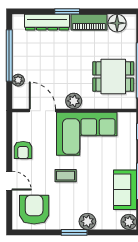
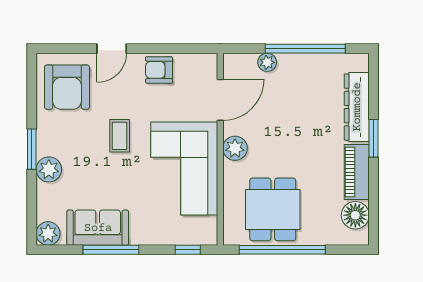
armchair: (34, 210) -> (67, 87), turned 90

